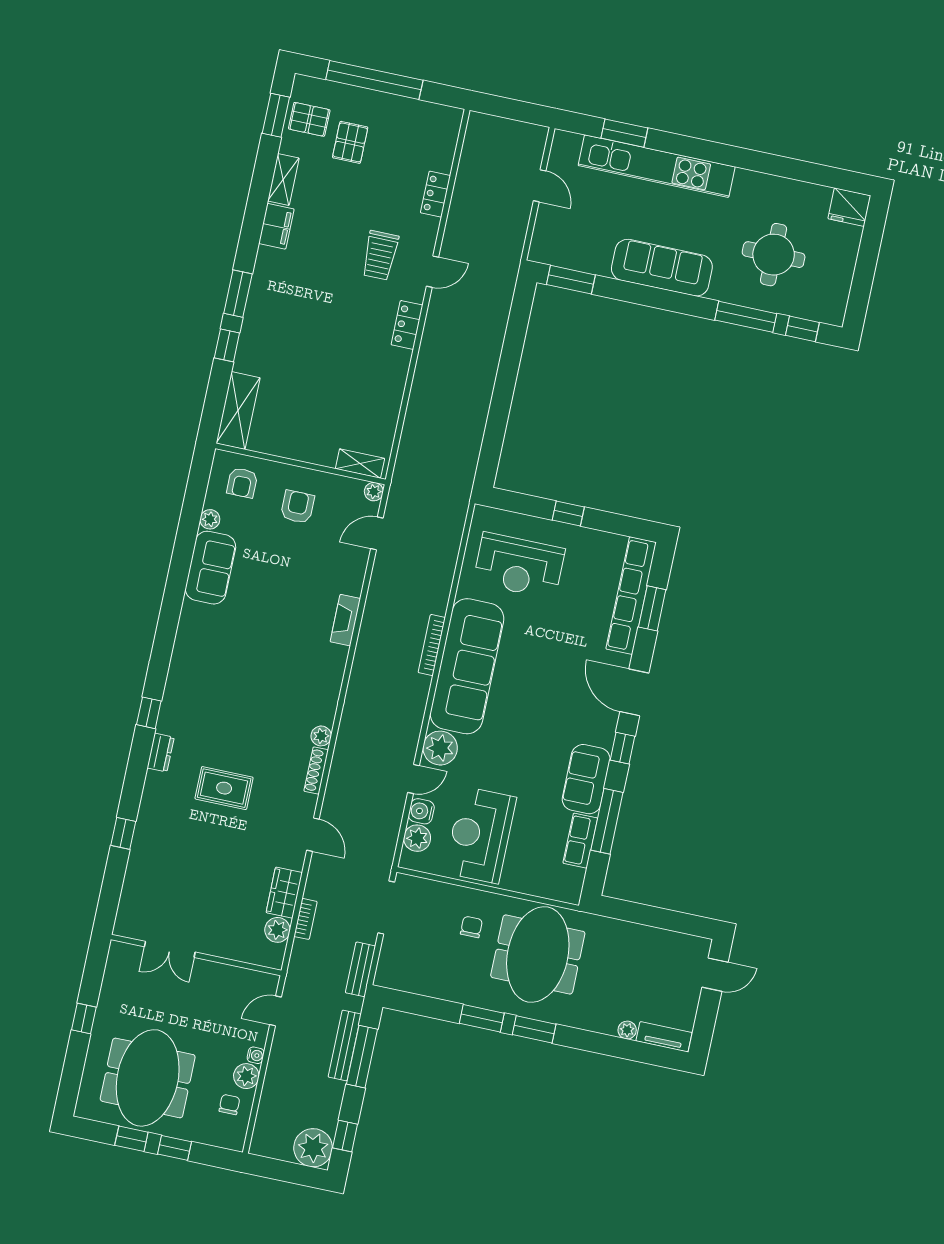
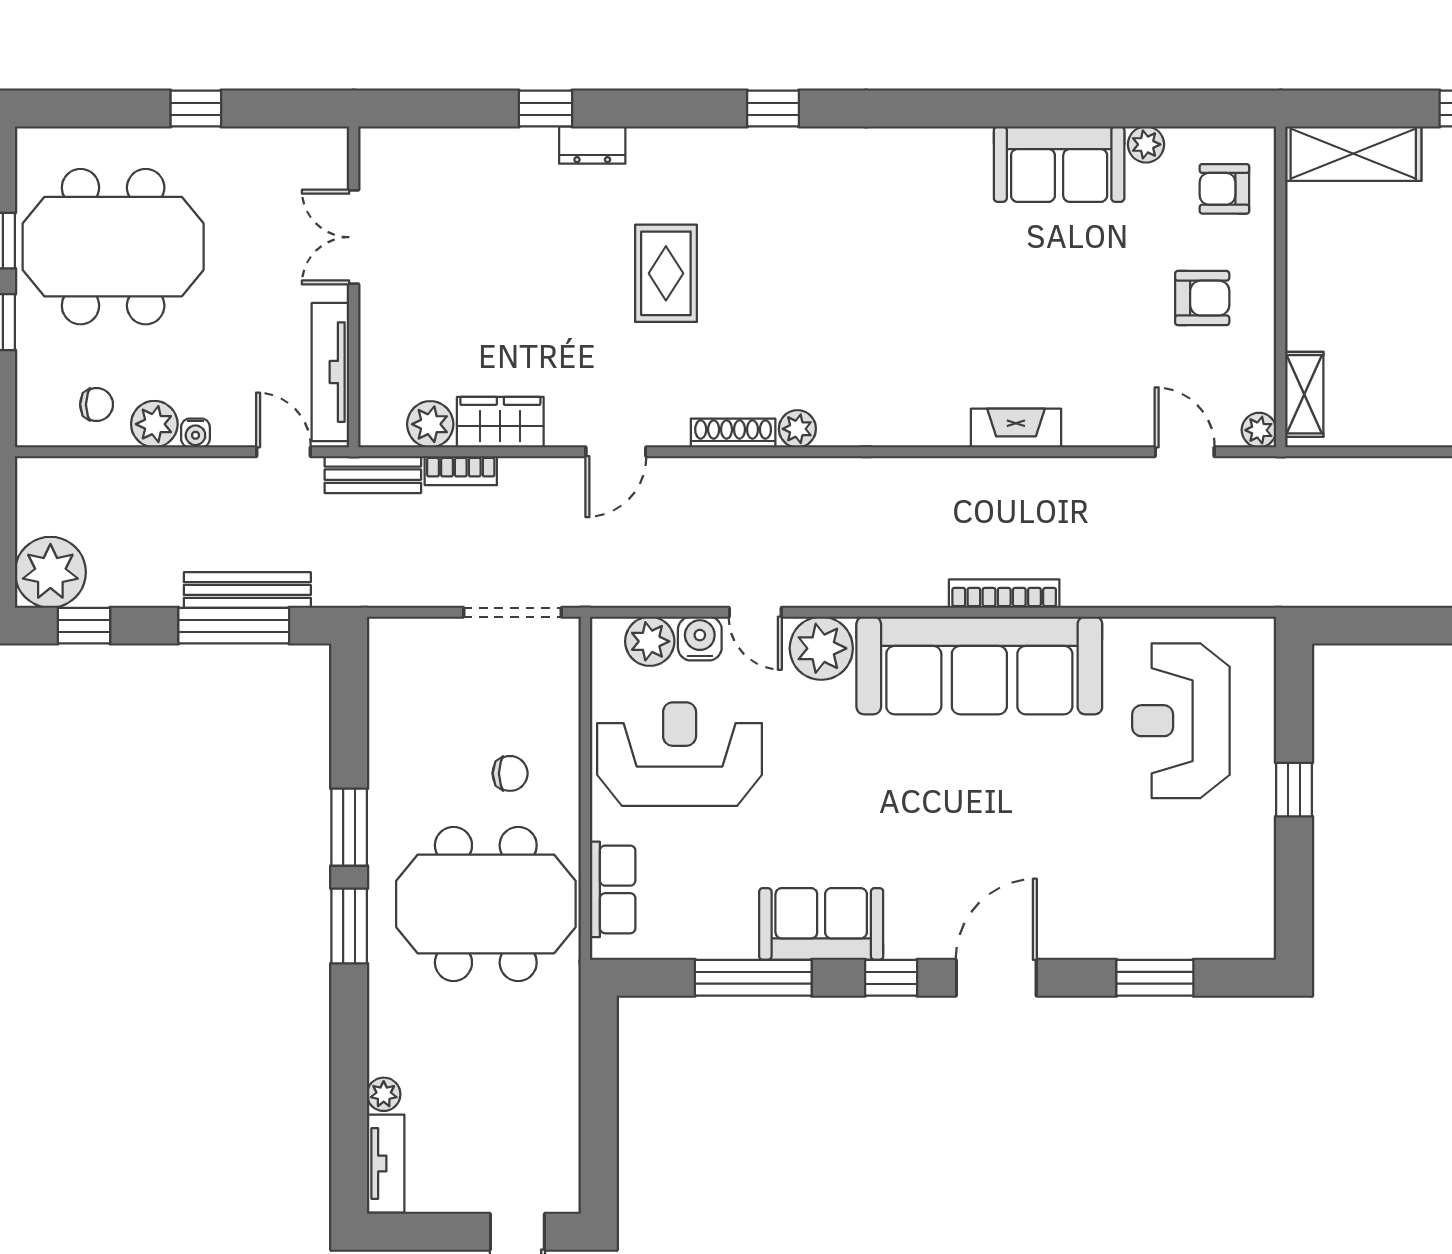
row of seats: (631, 596) -> (1170, 935), removed
dresser: (161, 753) -> (592, 145), moved
row of seats: (580, 841) -> (613, 889), moved, turned 90
bench: (360, 969) -> (373, 475), moved
tv unit: (239, 977) -> (330, 372), added

